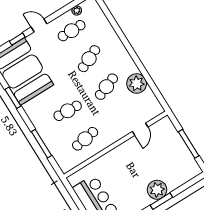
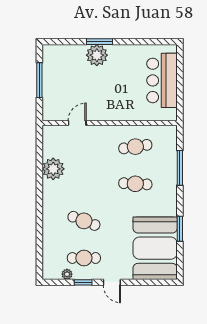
window: (17, 39) -> (83, 282), moved
cafe table: (89, 59) -> (84, 221), turned 45
cafe table: (106, 87) -> (84, 184), removed

